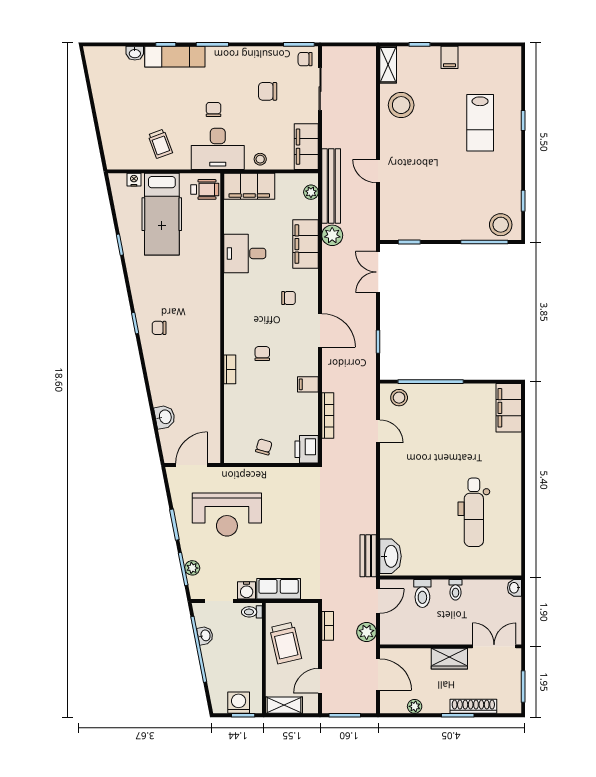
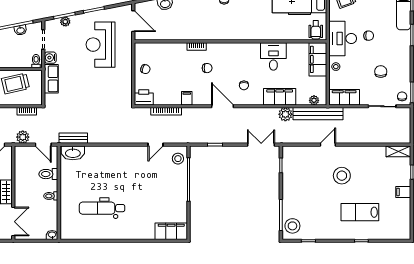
stool: (401, 105) -> (342, 176), moved
door: (320, 330) -> (223, 106), swing flipped

